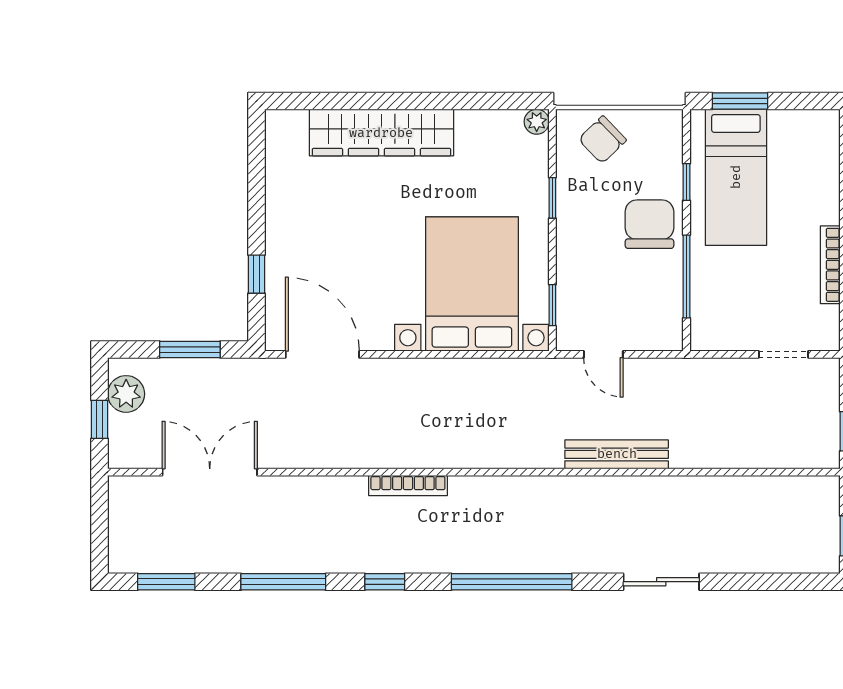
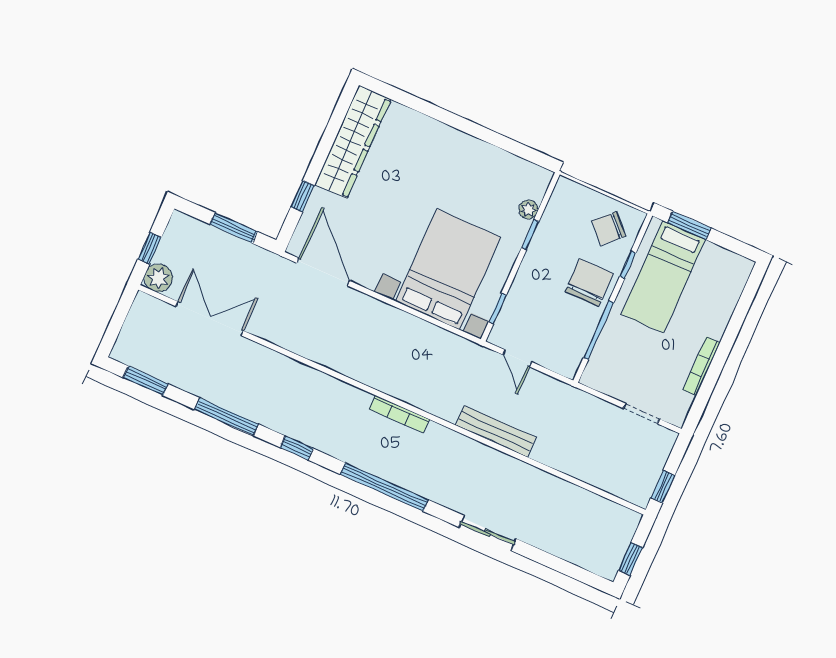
plant: (537, 122) -> (528, 209), moved
wardrobe: (381, 133) -> (353, 142), moved, turned -90
chair: (602, 140) -> (609, 228), moved
plant: (126, 394) -> (158, 278), moved
bookcase: (408, 486) -> (399, 414), moved

